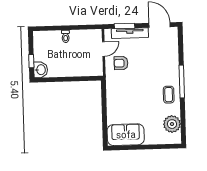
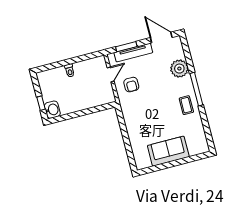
armchair: (121, 63) -> (131, 85), turned -90
plant: (172, 124) -> (179, 69), moved
sofa: (126, 135) -> (168, 151), moved

